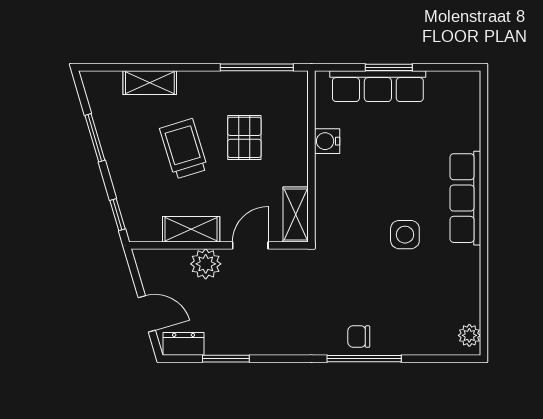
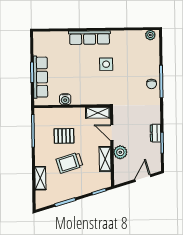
dresser: (184, 344) -> (155, 133), moved

